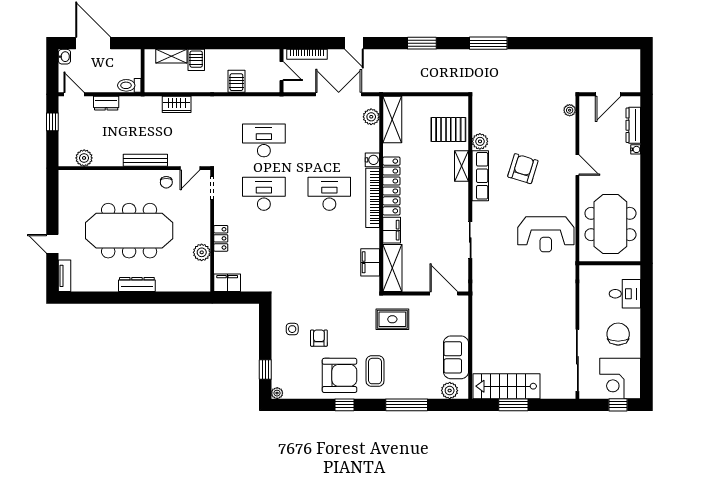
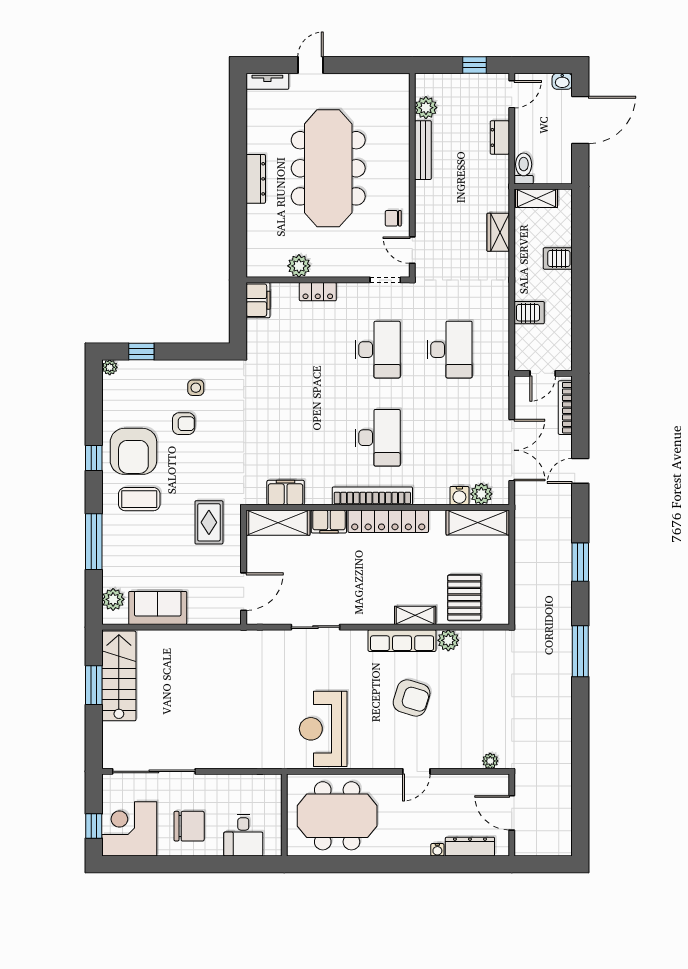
shelving: (171, 56) -> (537, 198), moved, turned 90
bench: (145, 160) -> (423, 150), moved
water cooler: (372, 160) -> (459, 496), moved

